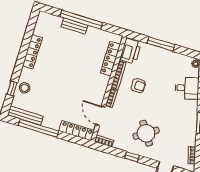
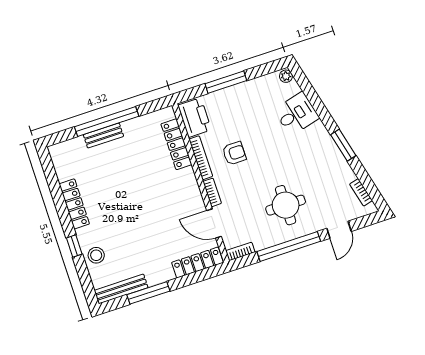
window: (12, 88) -> (74, 246), moved
window: (38, 128) -> (148, 293), width x0.68
round table: (146, 133) -> (286, 205), turned 33
window: (132, 157) -> (289, 246), width x3.17

